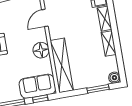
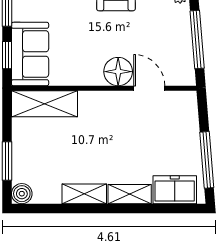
floor lamp: (41, 50) -> (118, 72), moved
shelving: (62, 65) -> (44, 104), width x0.68

